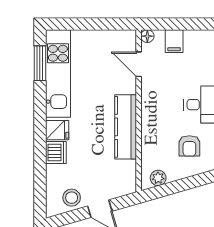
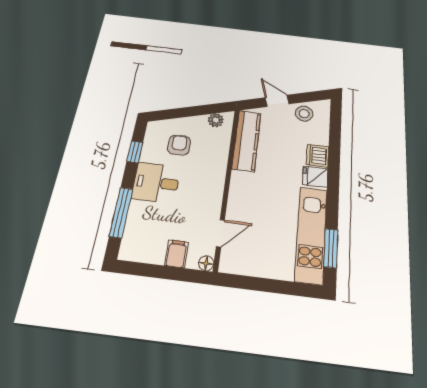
door: (139, 64) -> (220, 233), hinge flipped
kitchen counter: (126, 127) -> (247, 141), moved

